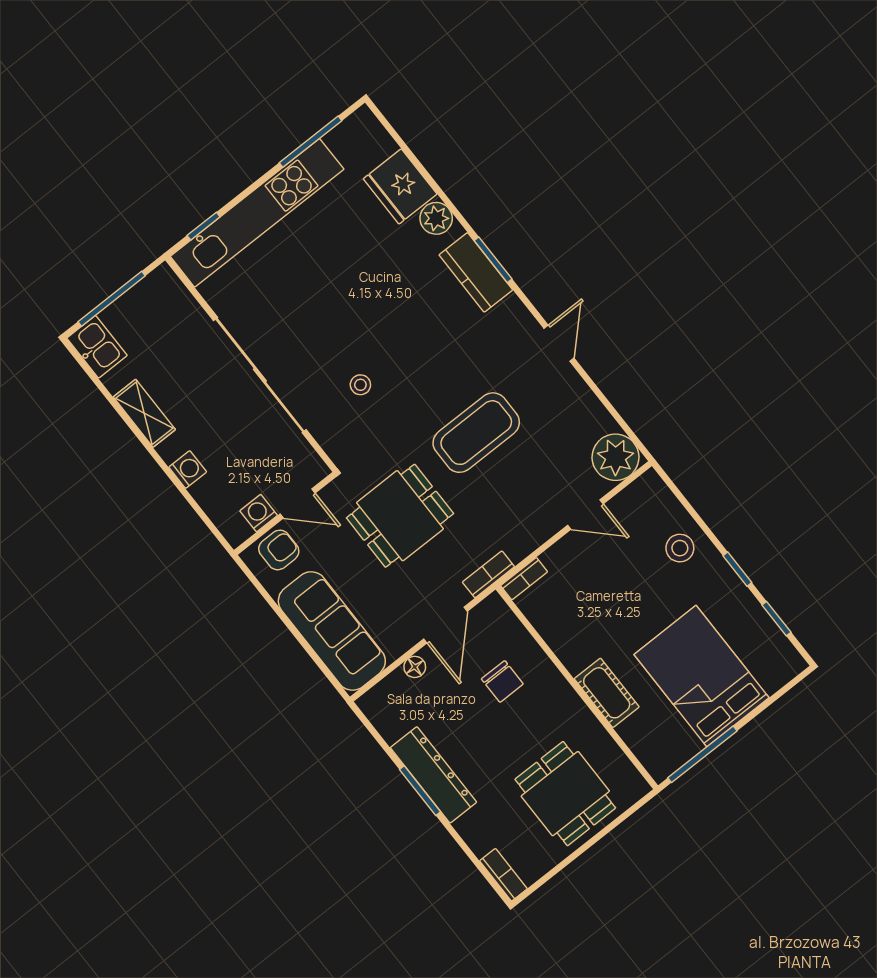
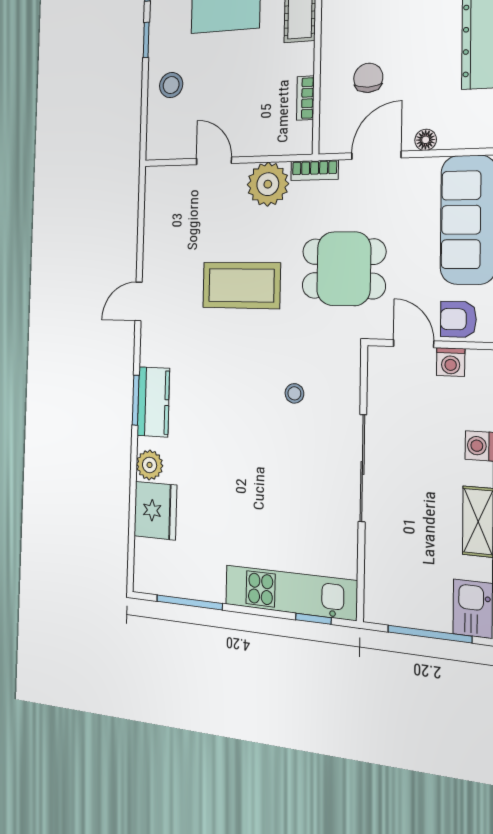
kitchen unit: (257, 213) -> (290, 593), width x0.73
sliding door: (260, 375) -> (362, 468), width x0.73
plant: (616, 457) -> (268, 184), moved
bookcase: (524, 579) -> (305, 98), moved, turned -90

